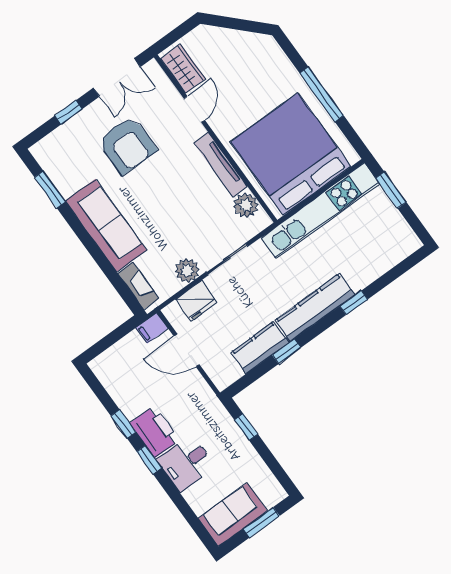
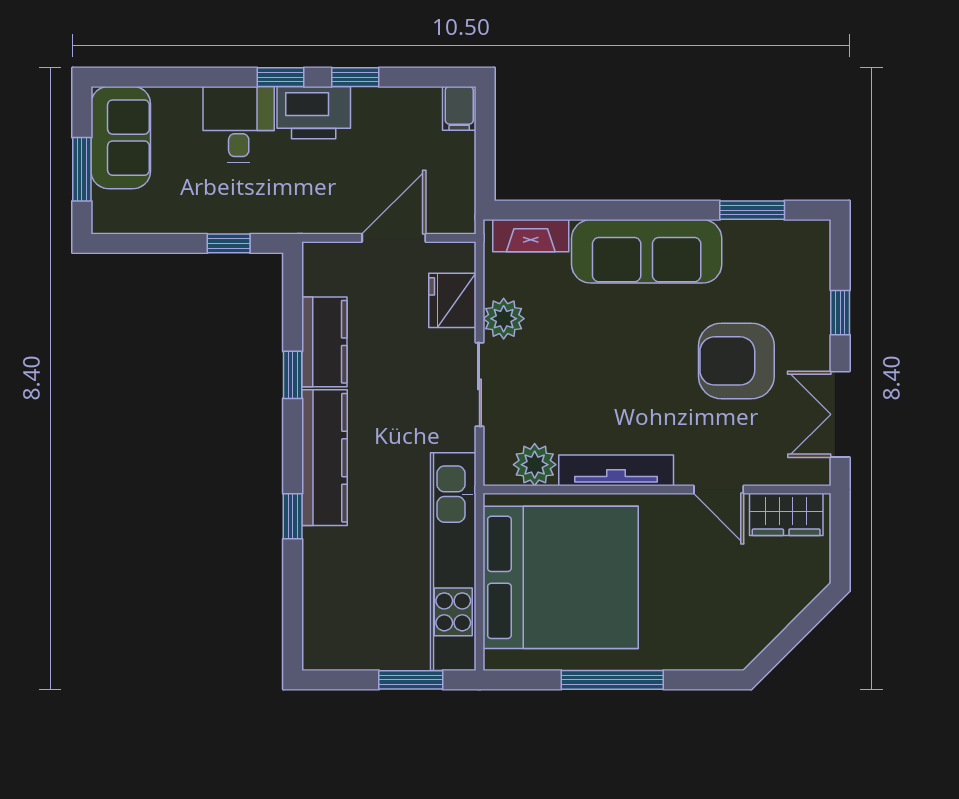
filing cabinet: (152, 328) -> (459, 108), moved, turned 180

